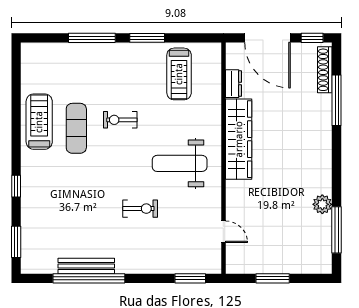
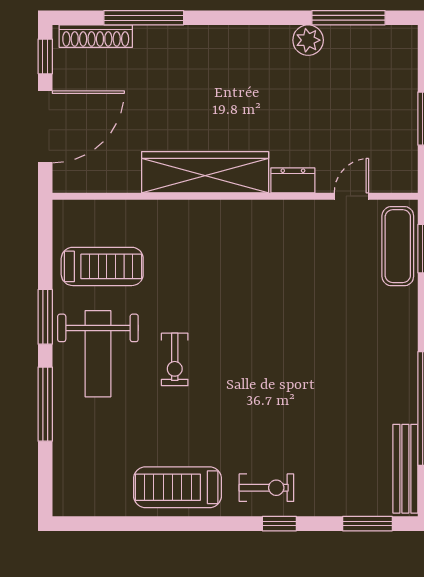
dresser: (234, 84) -> (293, 180), moved
exercise mat: (76, 128) -> (398, 246), moved, turned 90
weight bench: (180, 163) -> (98, 354), moved
exercise bike: (140, 209) -> (266, 488), moved, turned 90
bench: (86, 266) -> (405, 469), moved

